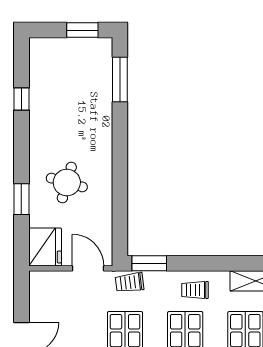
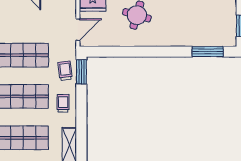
trolley: (130, 282) -> (65, 71), moved

